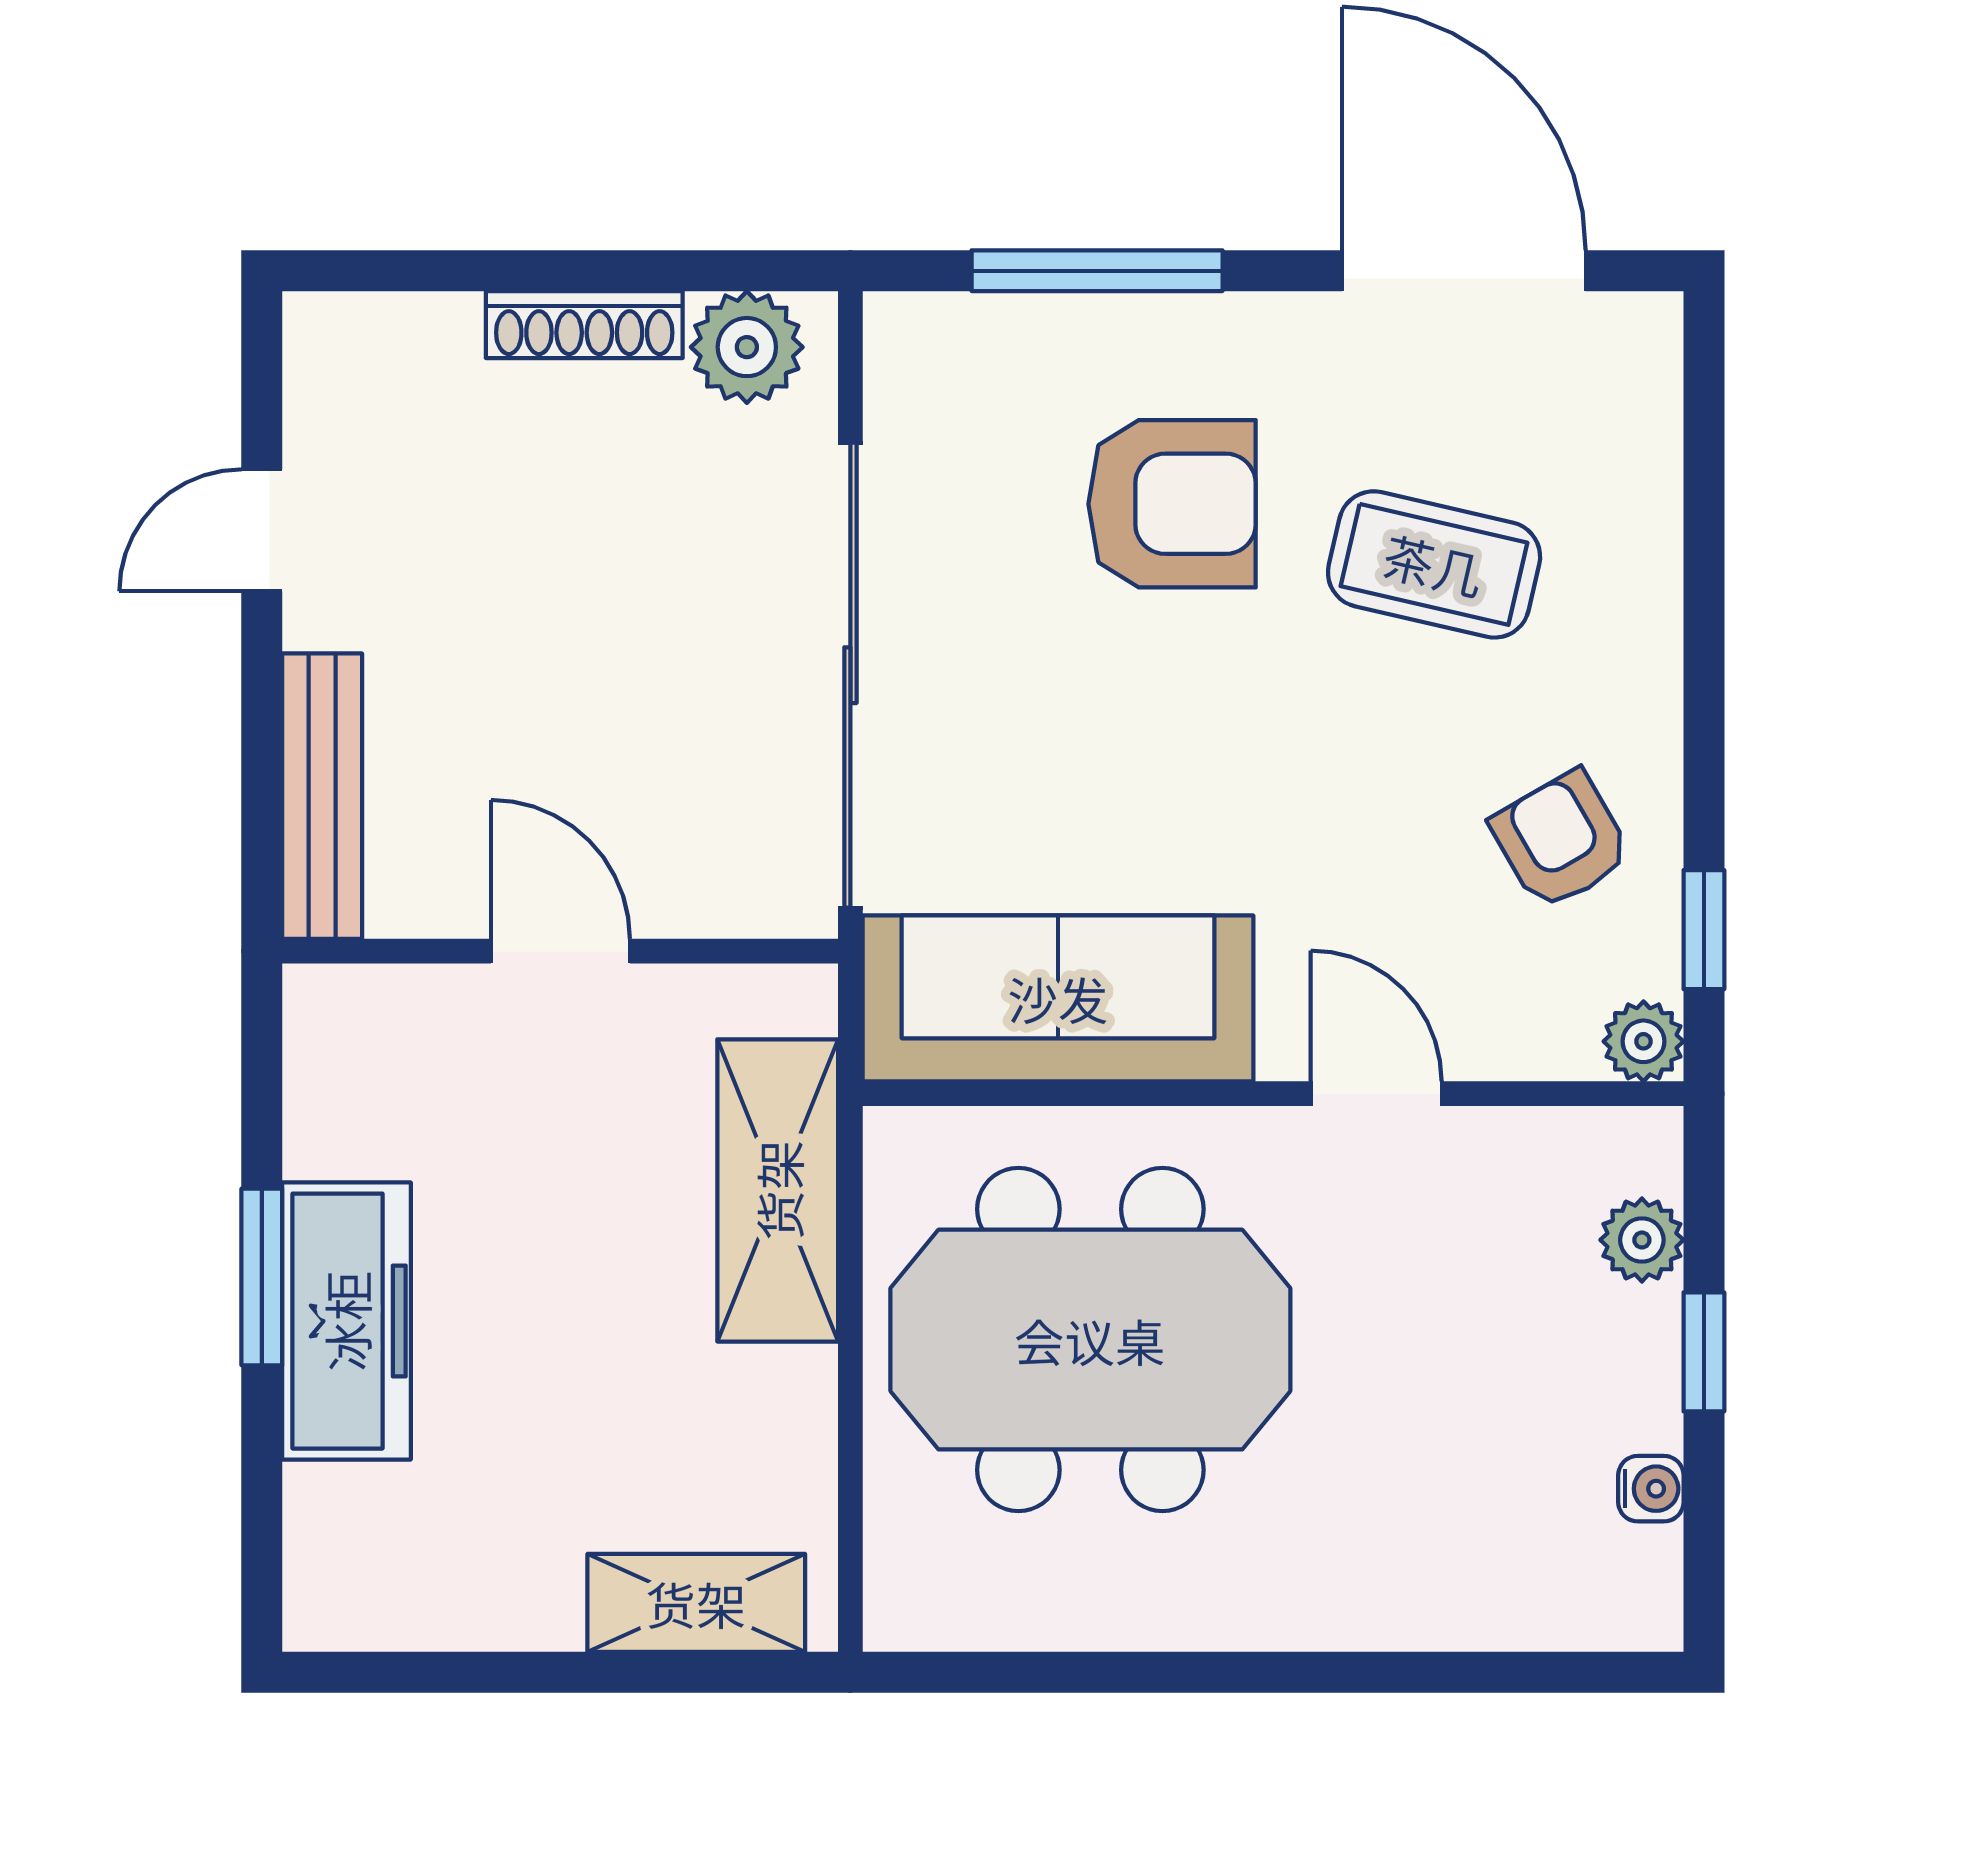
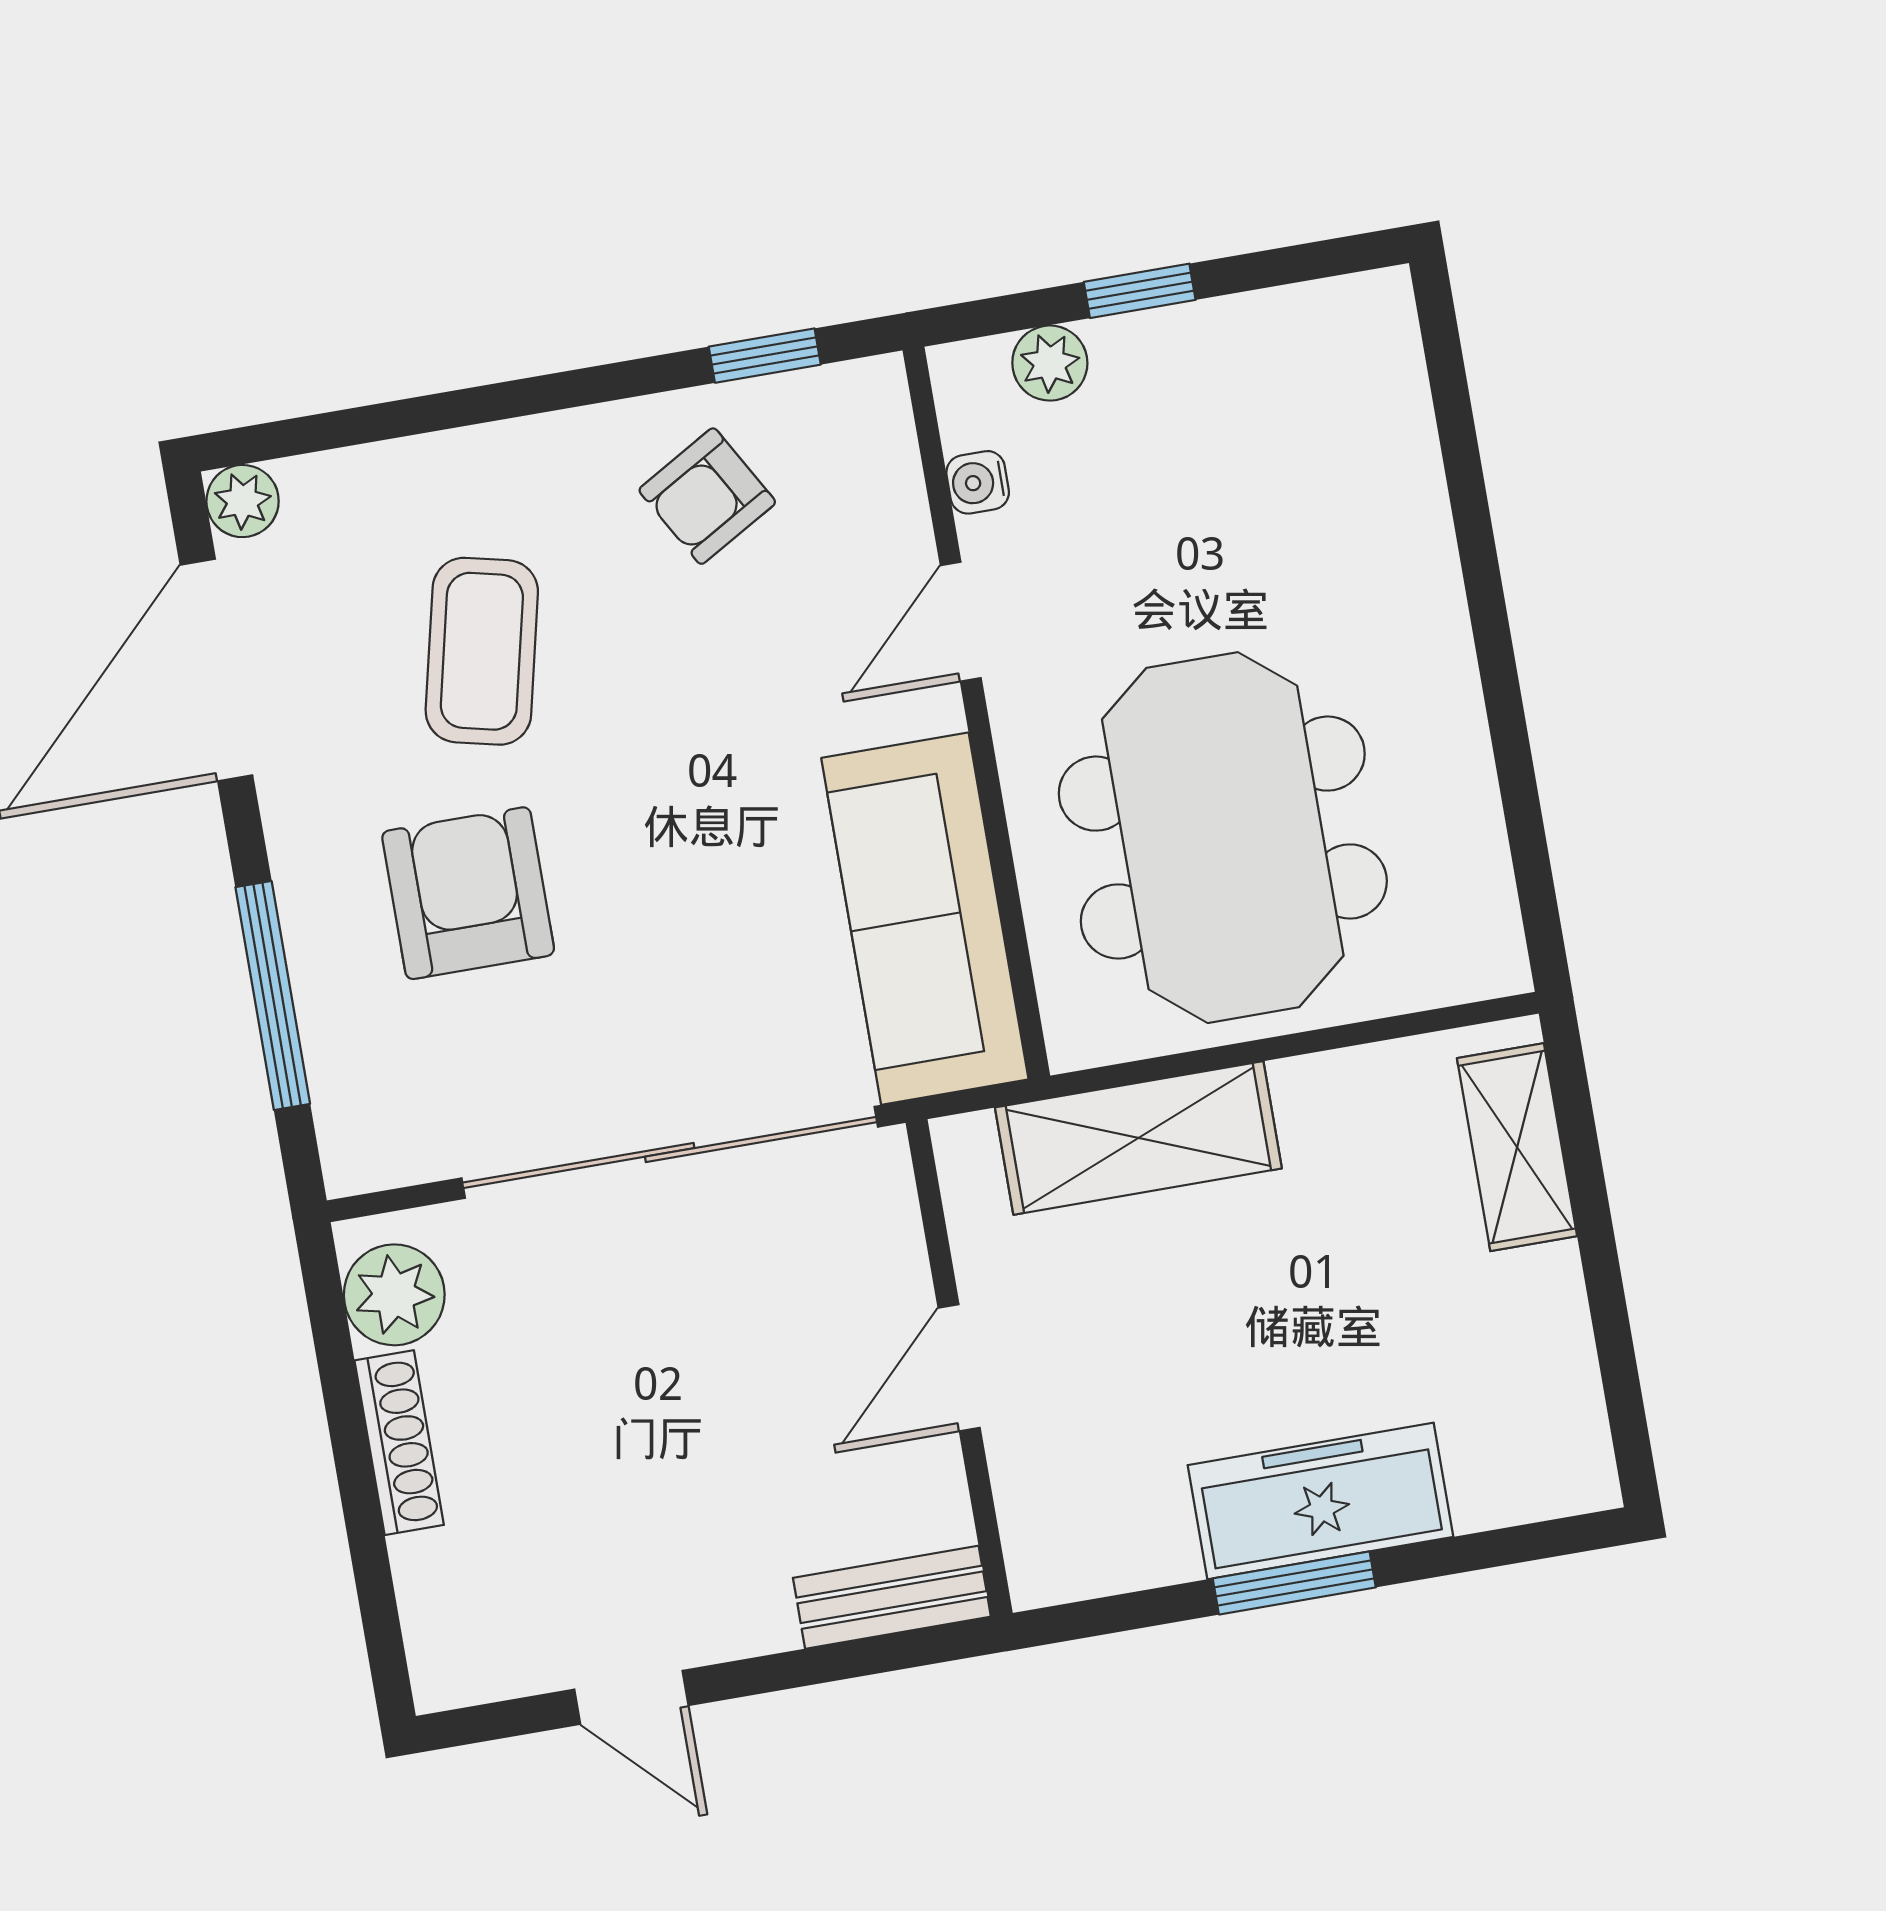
bench: (322, 796) -> (892, 1597), width x0.73
plant: (1643, 1041) -> (243, 501), moved
water cooler: (1651, 1489) -> (978, 482), moved, turned -90

